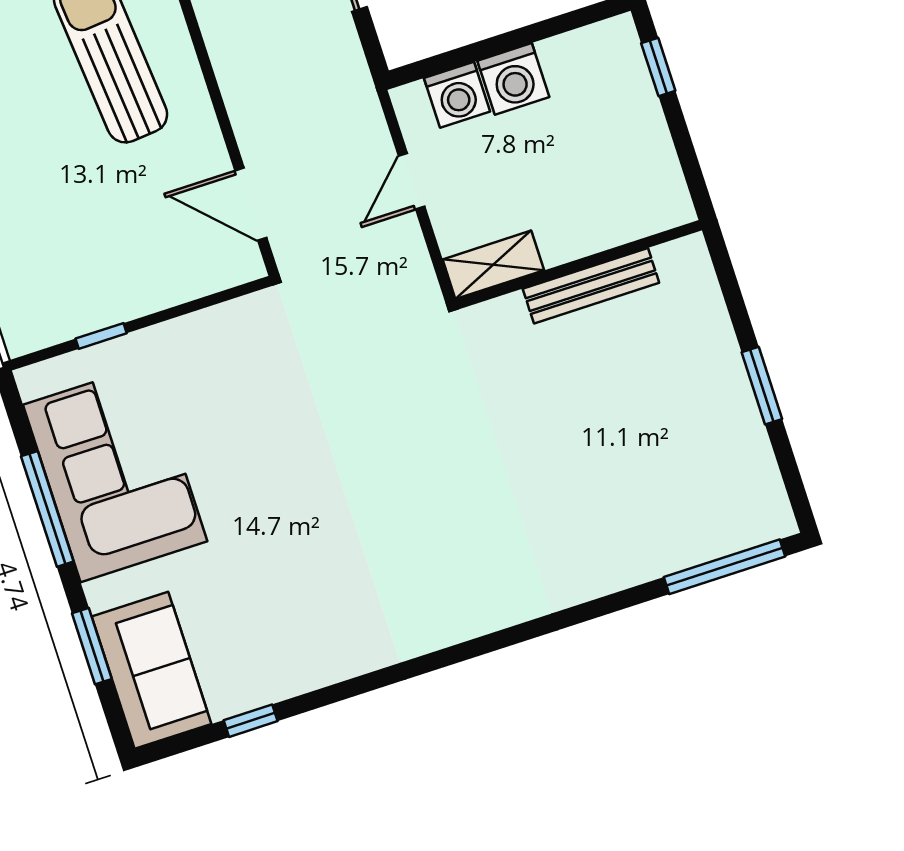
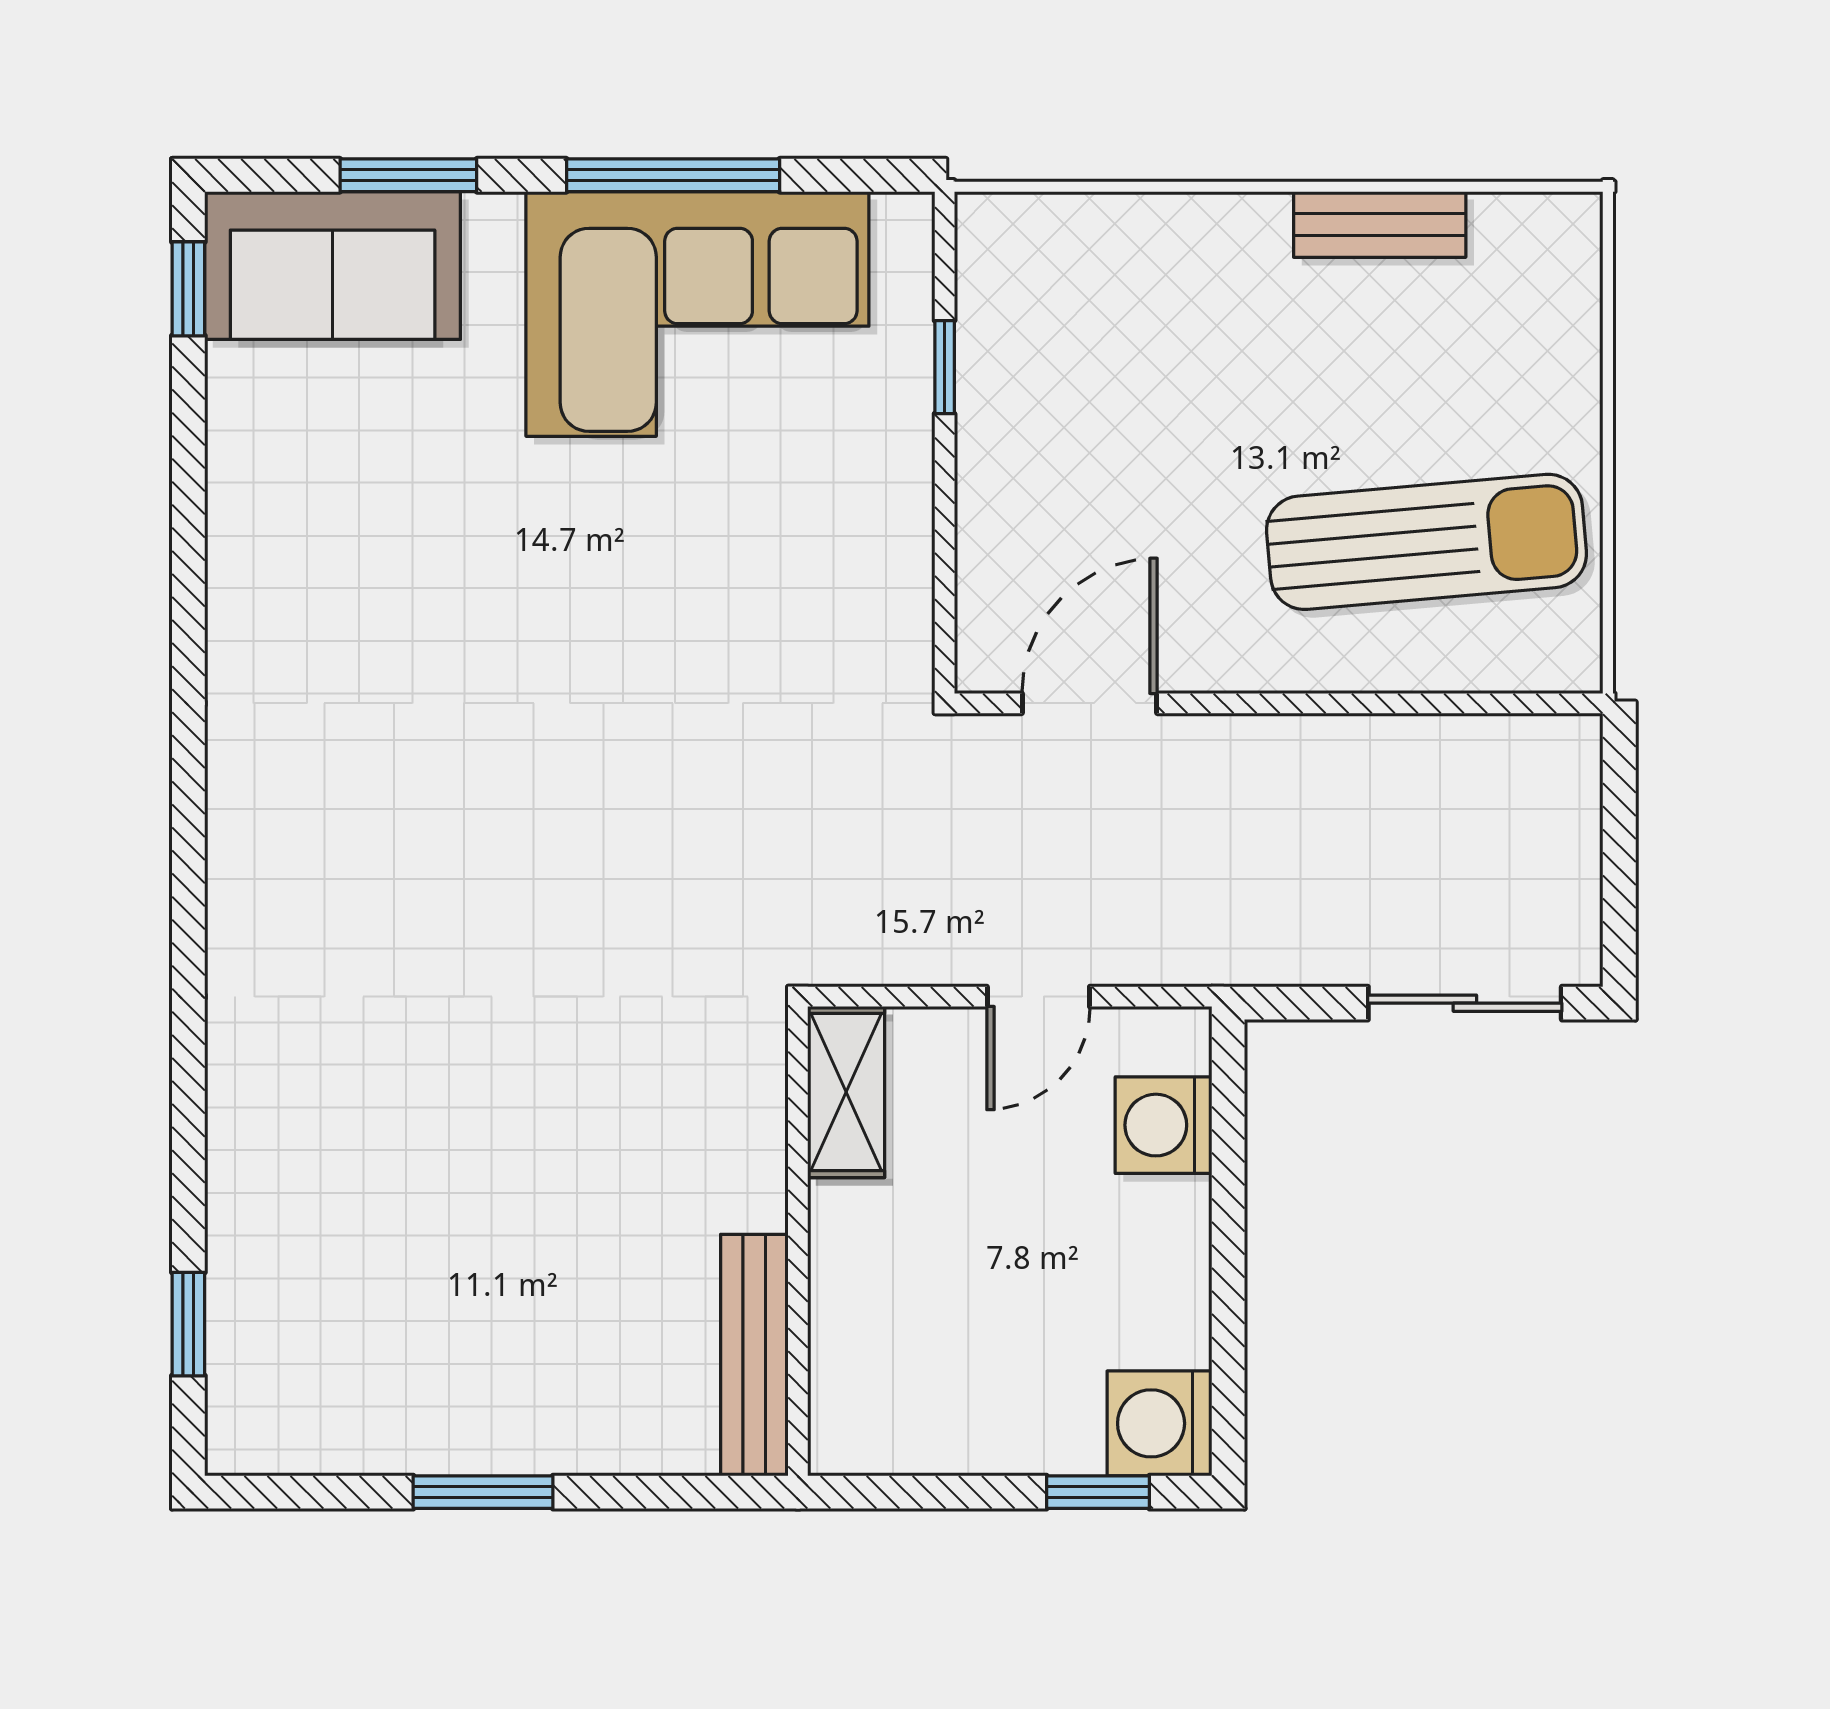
washing machine: (513, 79) -> (1159, 1423), moved
door: (412, 181) -> (1038, 997), swing flipped
bench: (591, 286) -> (754, 1355), moved
window: (724, 567) -> (188, 1324), width x0.46
window: (251, 721) -> (188, 289), moved

